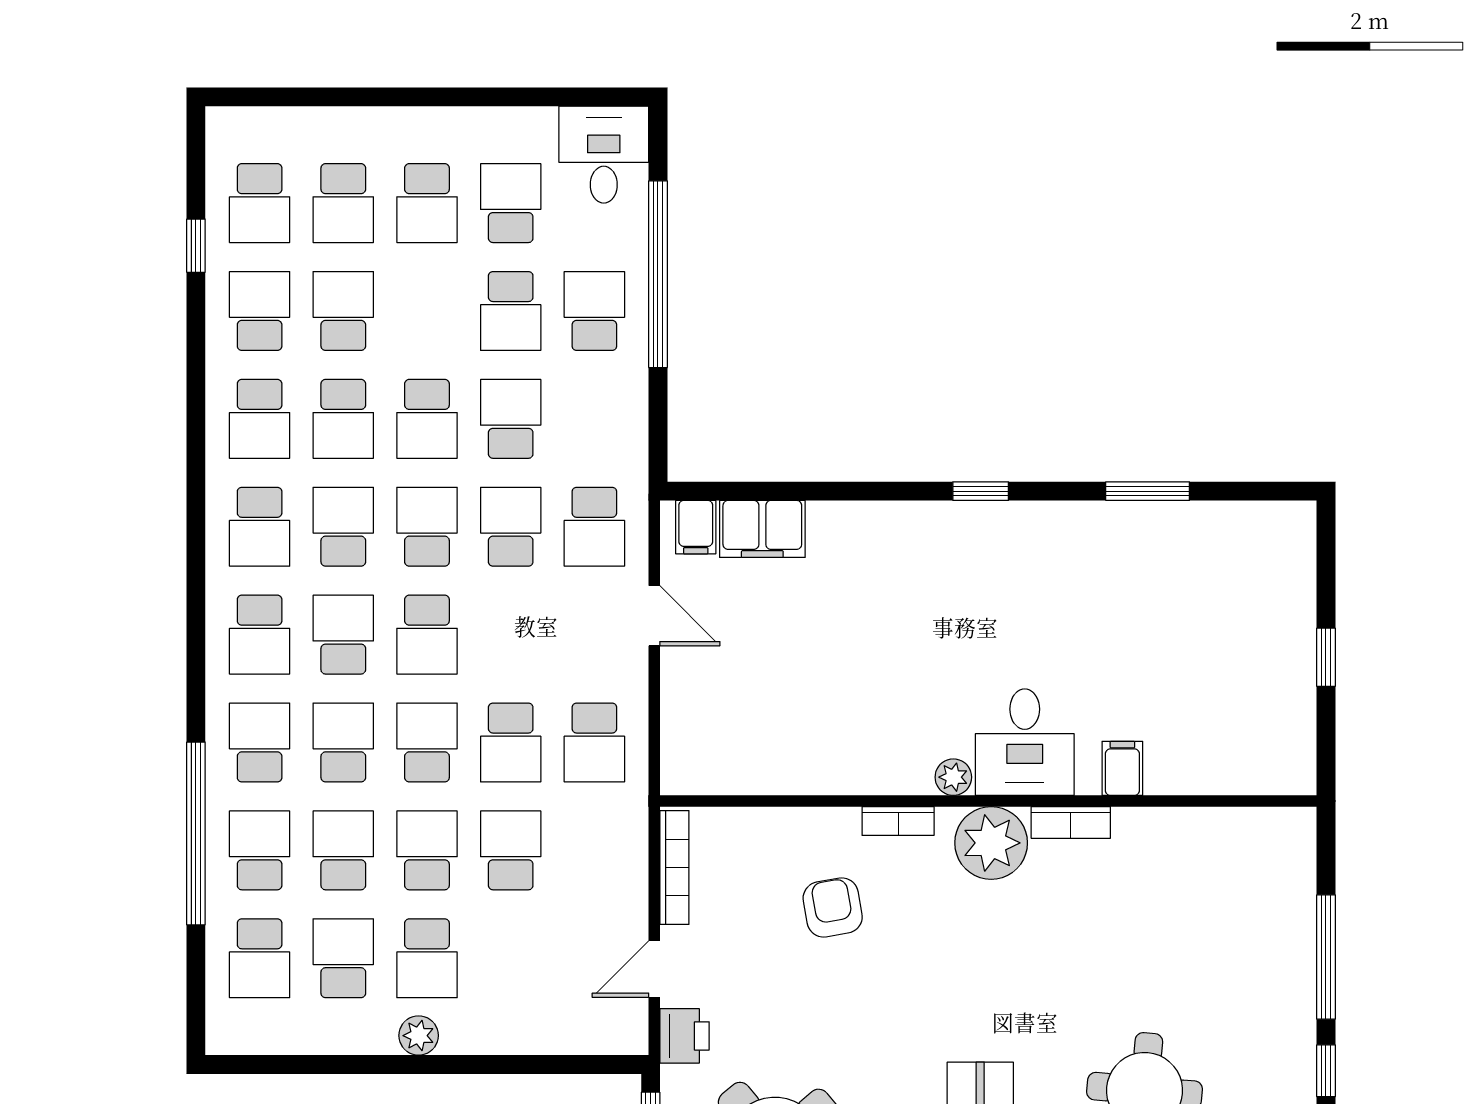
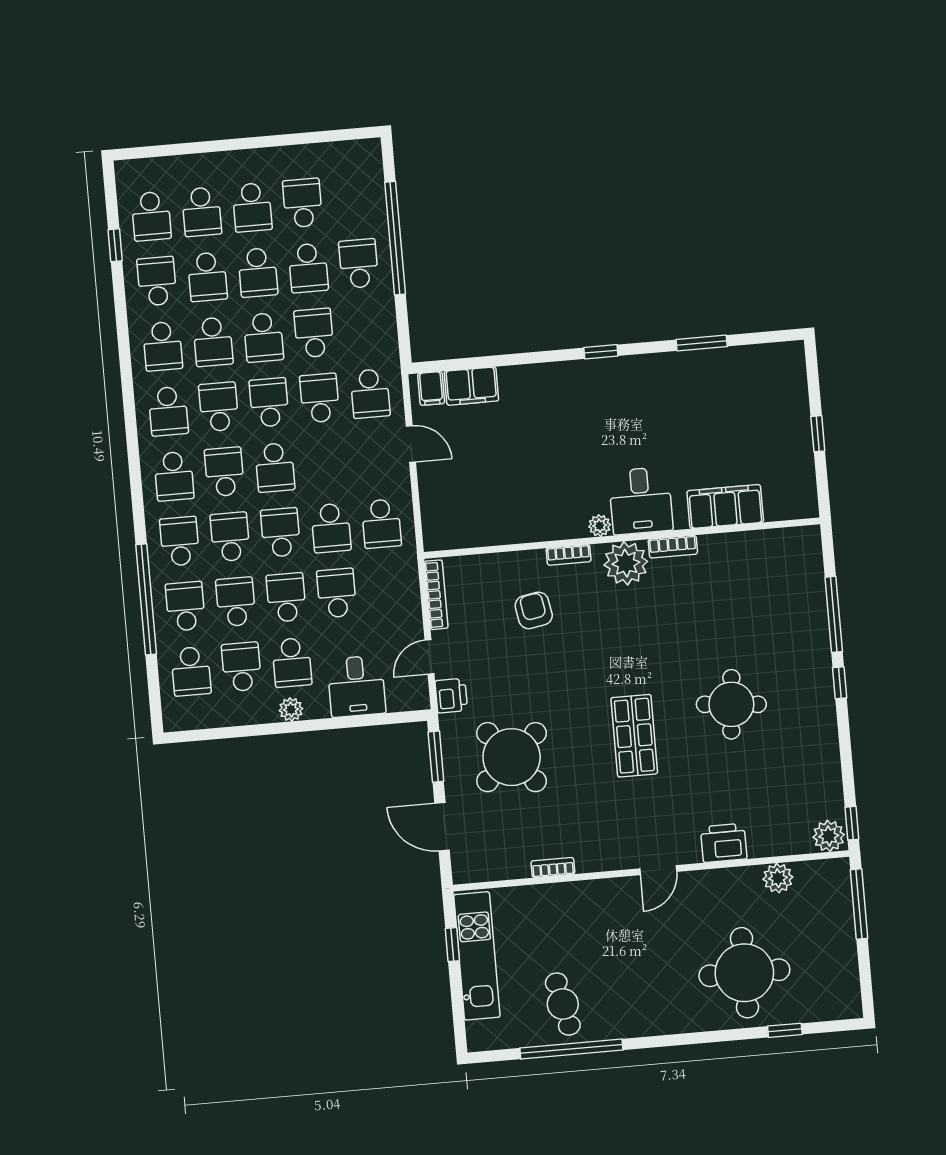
desk: (604, 155) -> (356, 686), moved, turned 180
school desk: (343, 311) -> (207, 277), turned 180
school desk: (427, 311) -> (258, 272), added
filing cabinet: (1122, 768) -> (725, 507), width x3.00, depth x1.17

